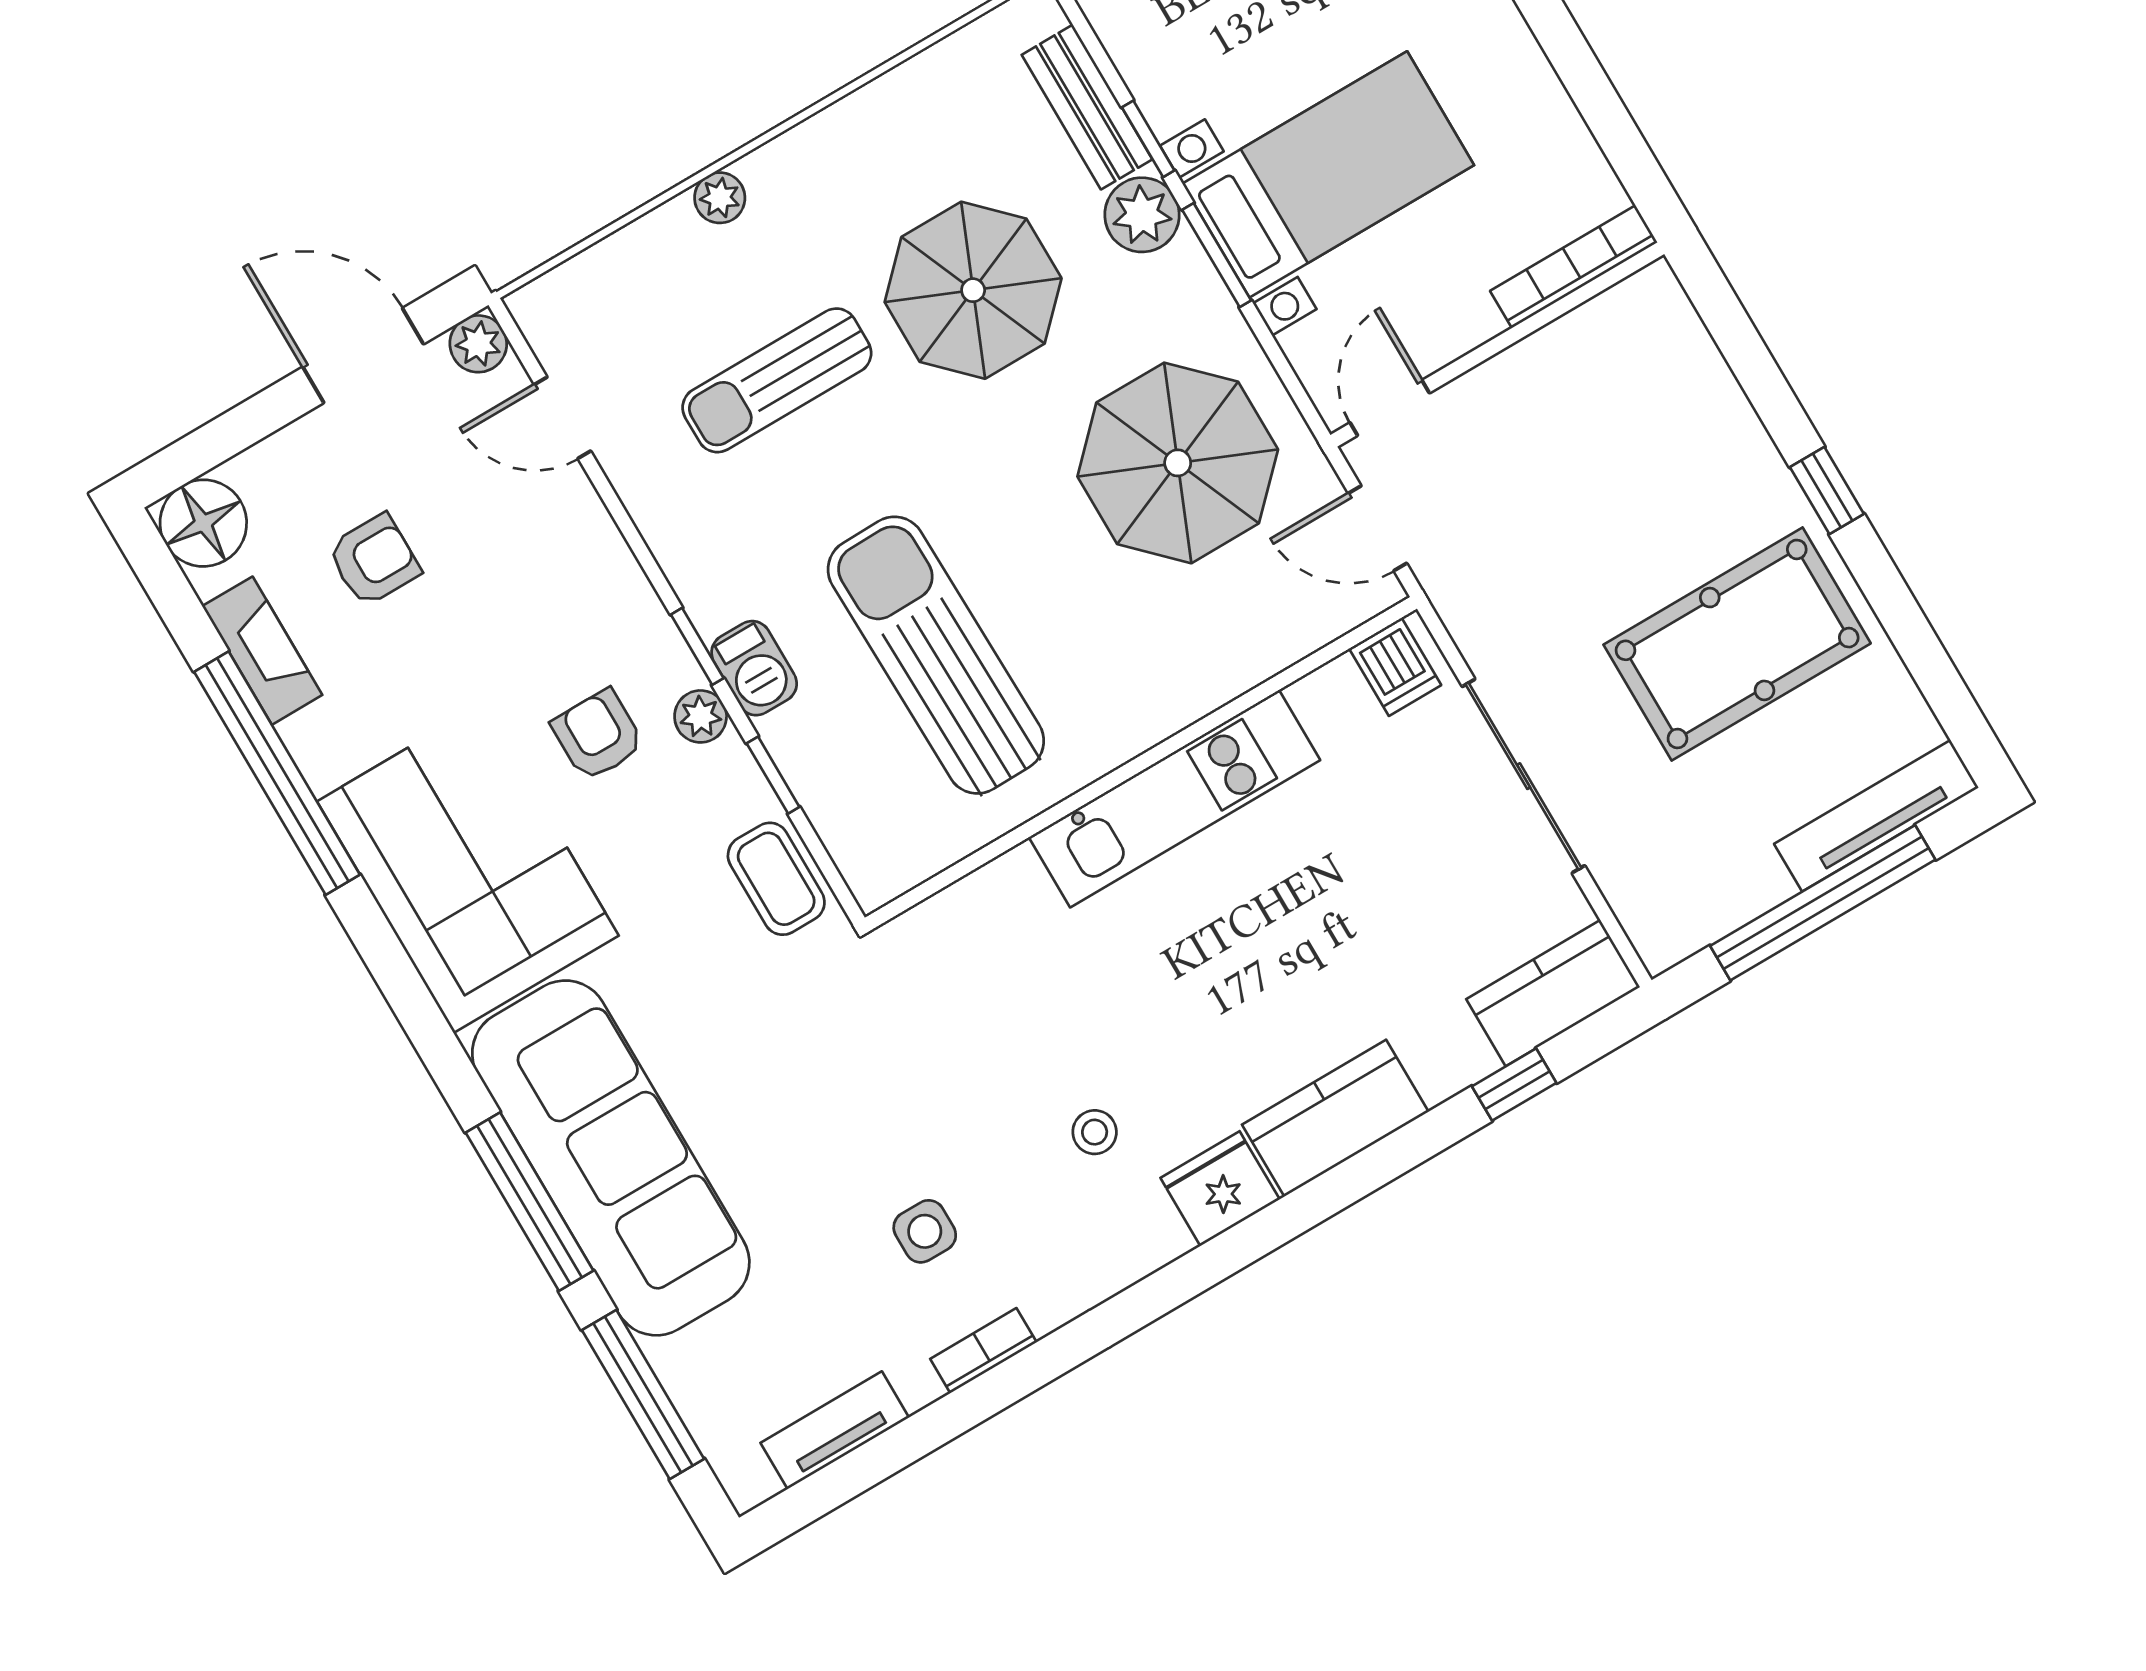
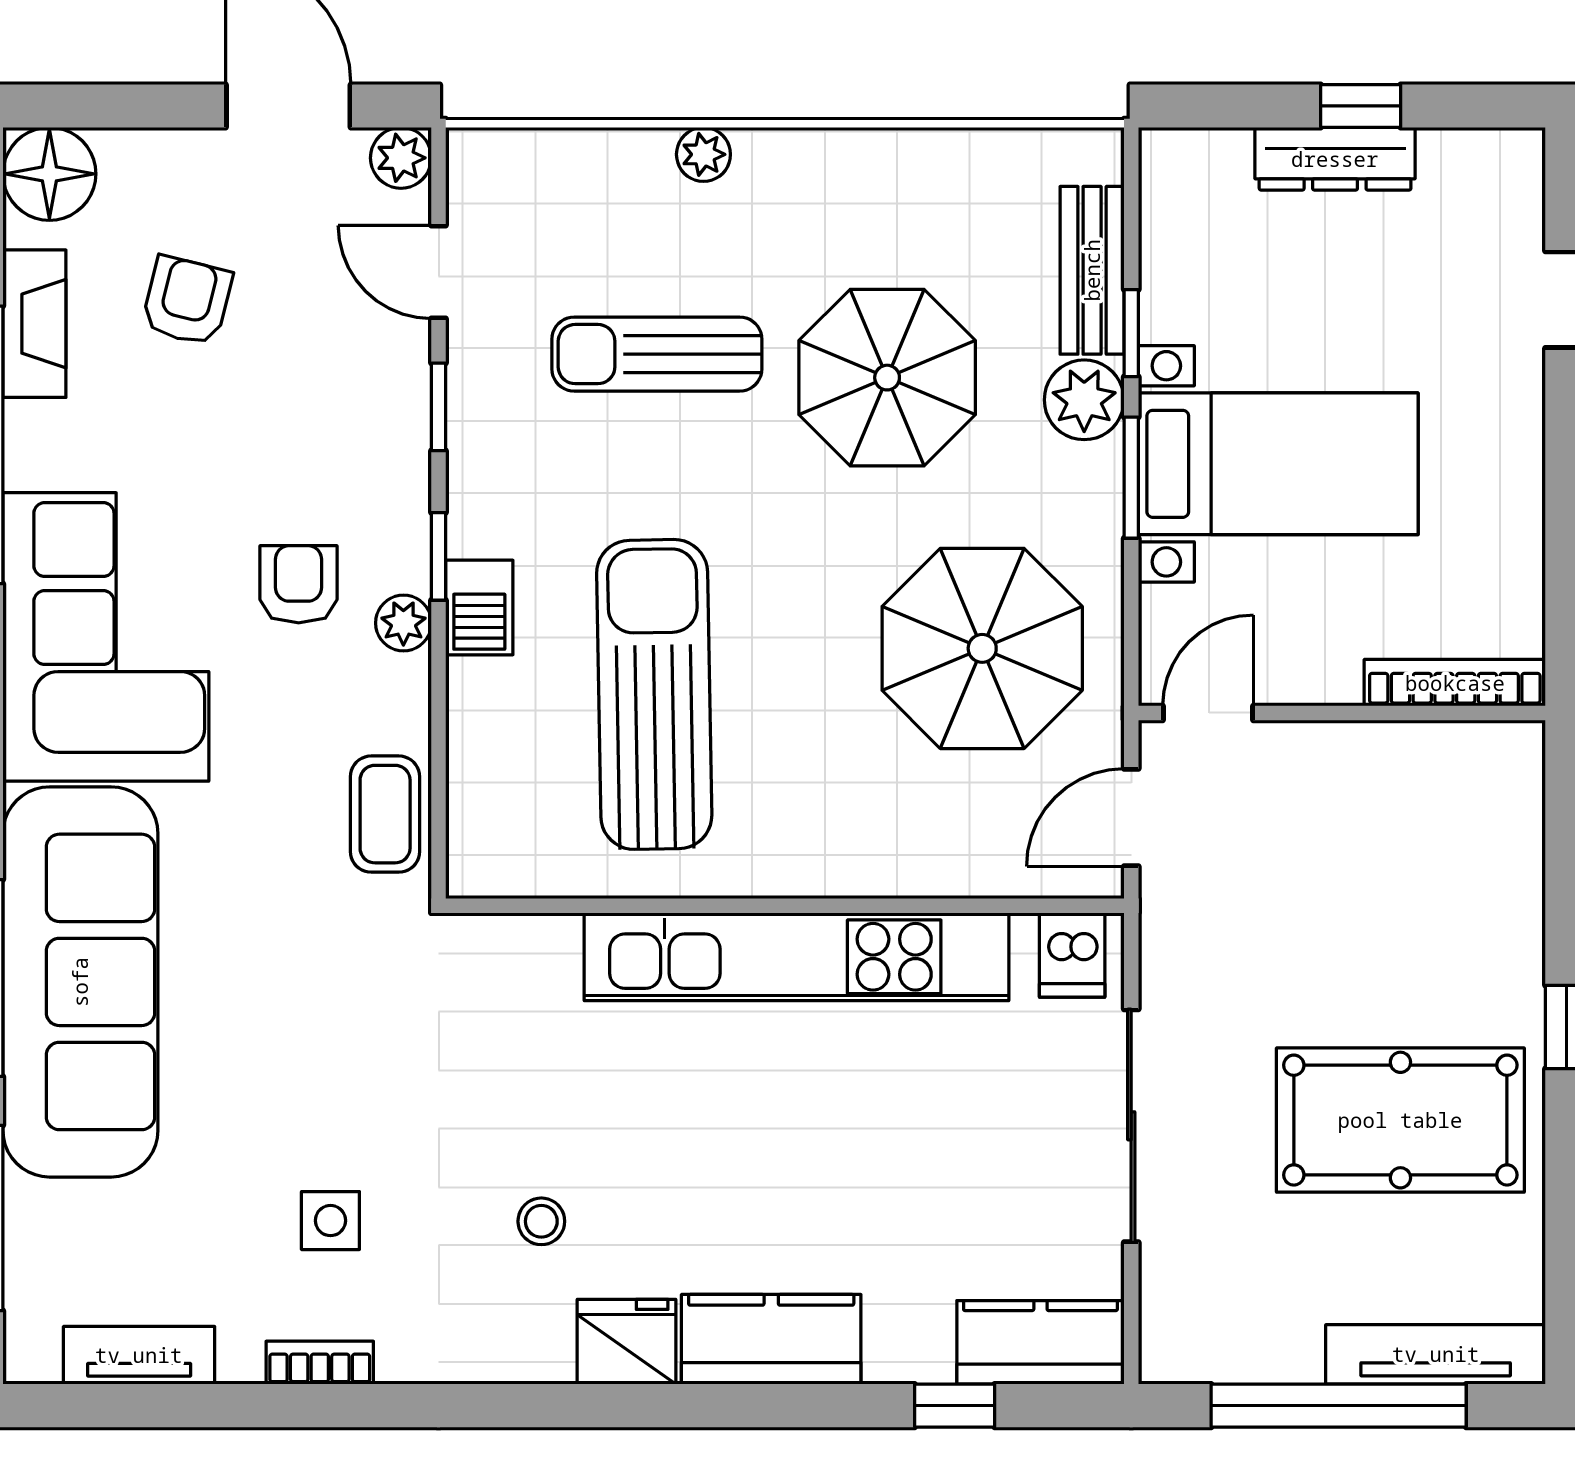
door: (1378, 528) -> (1131, 817), hinge flipped
armchair: (374, 560) -> (187, 301), turned -76
window: (773, 775) -> (439, 407), moved
kitchen unit: (1174, 799) -> (797, 957), width x1.36

